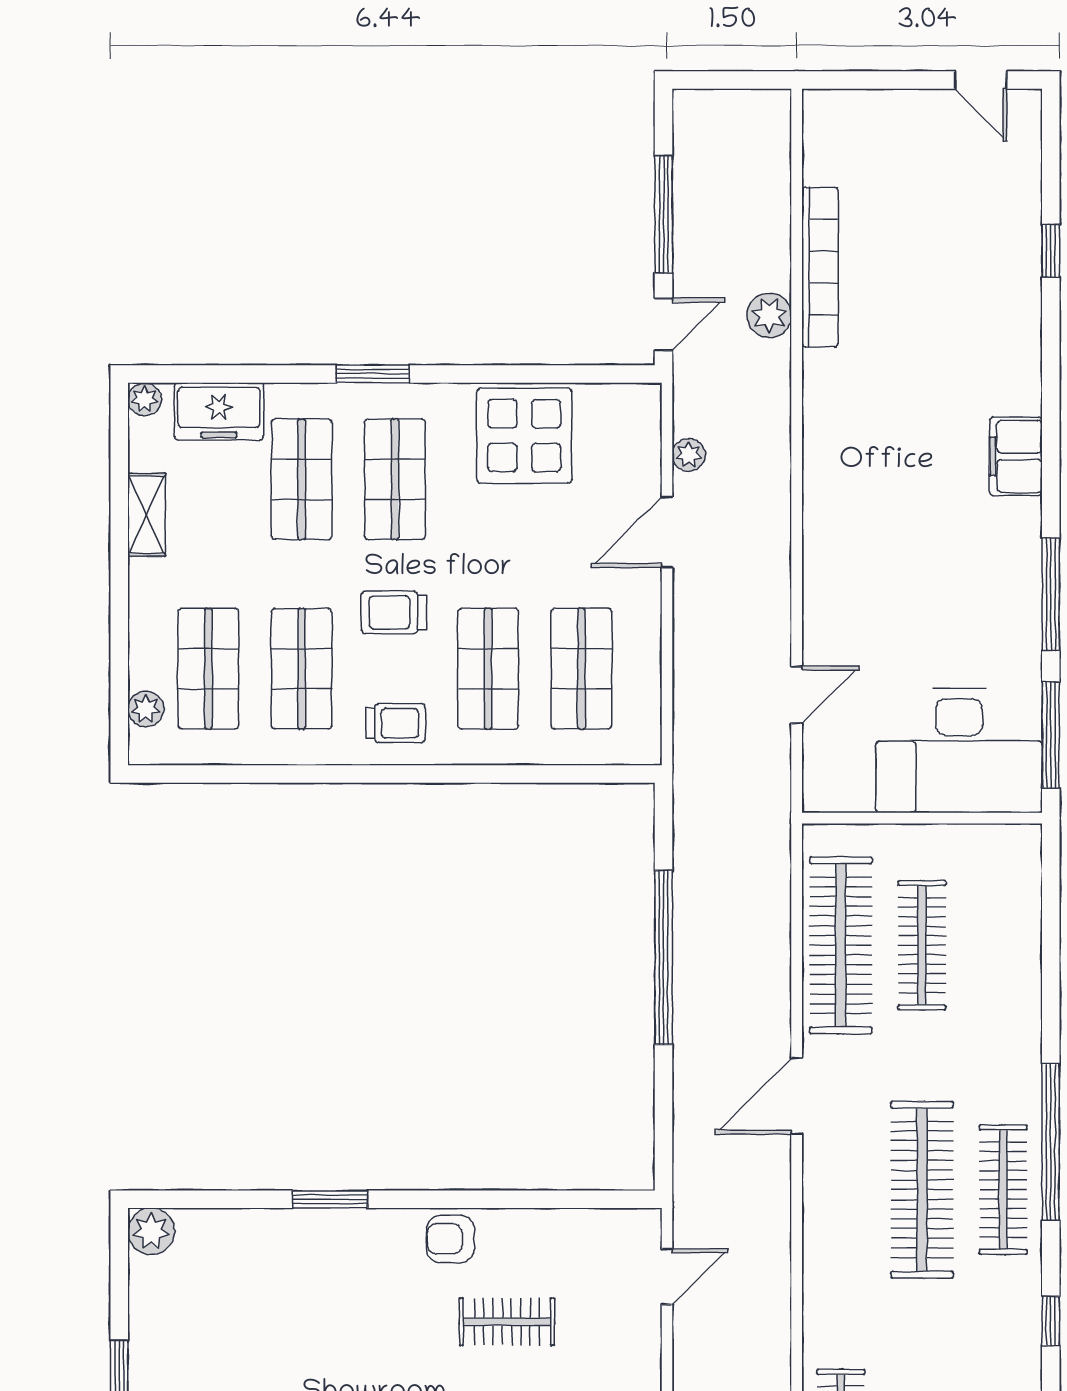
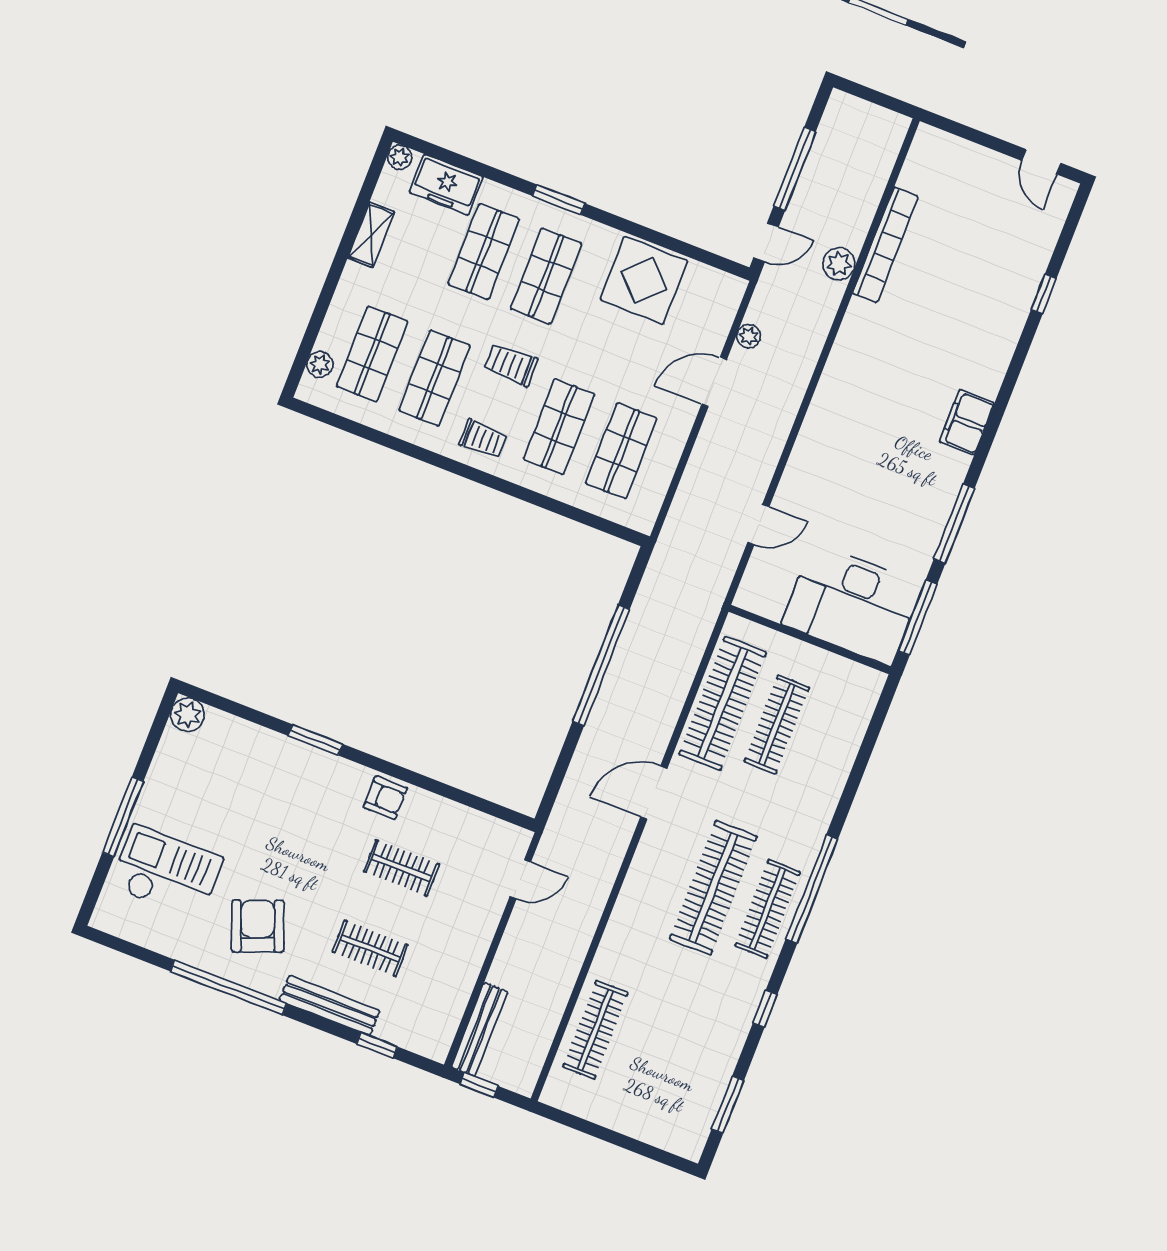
armchair: (450, 1239) -> (385, 798), turned 180

